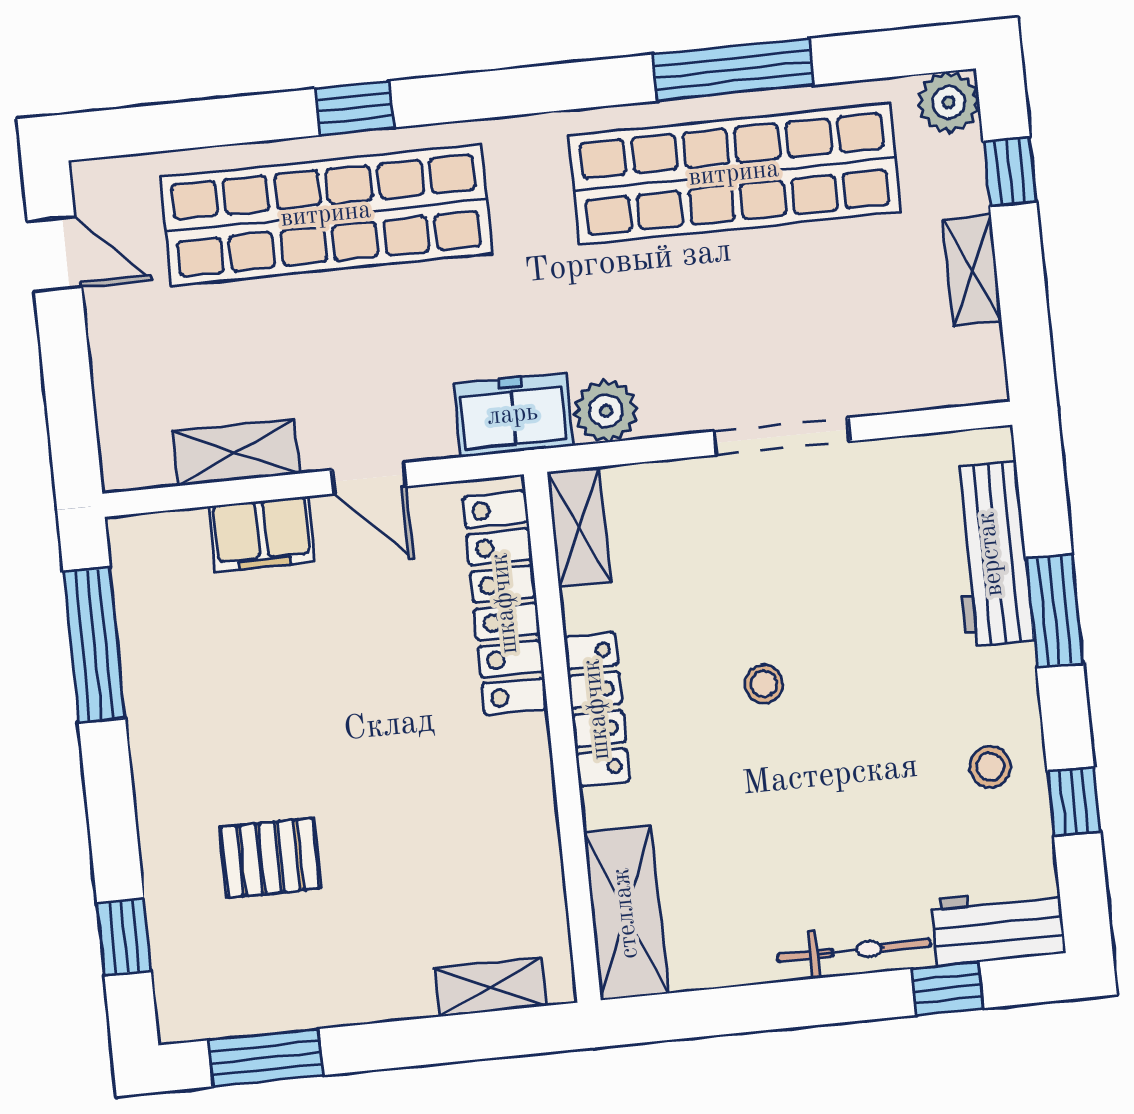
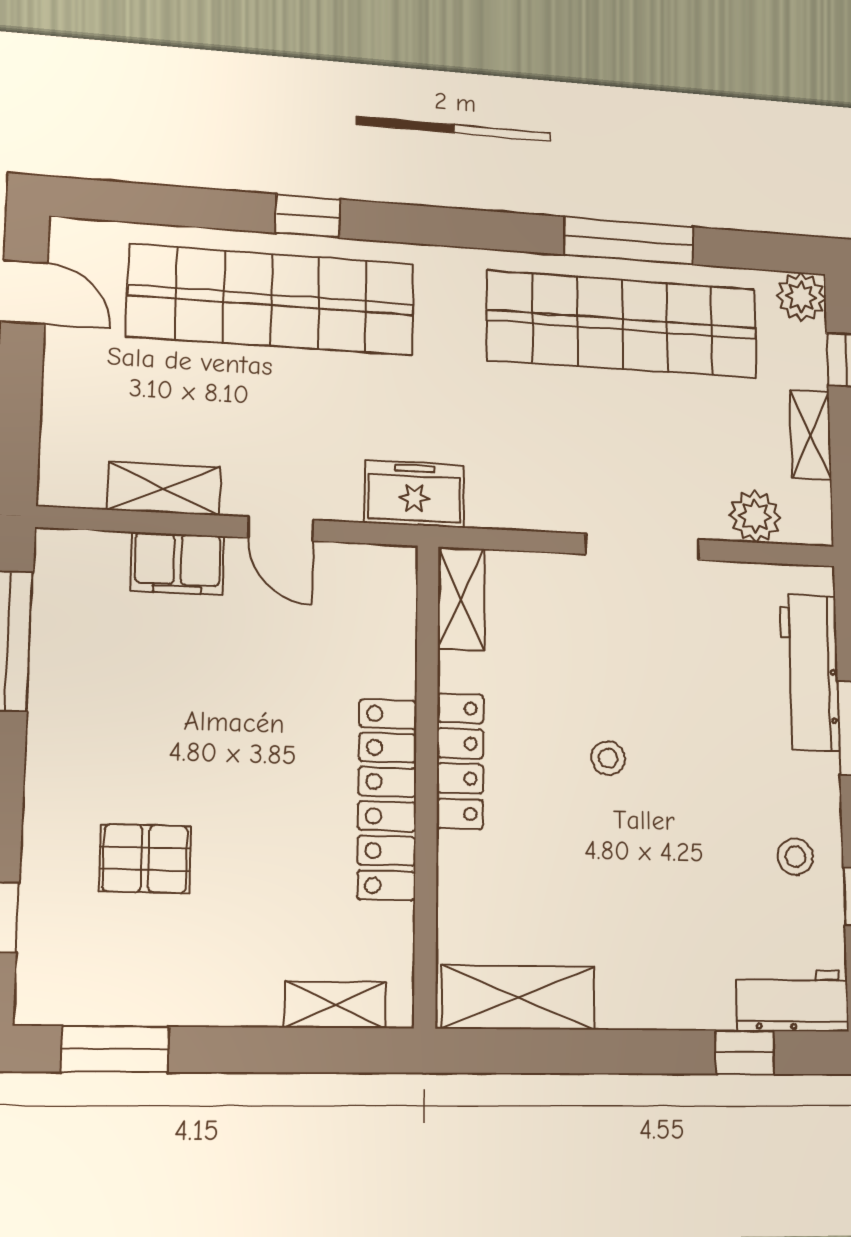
plant: (606, 411) -> (755, 516), moved
locker: (505, 603) -> (387, 799), moved
shelving: (626, 913) -> (518, 997), moved, turned 90
bicycle: (854, 950) -> (666, 1008), removed

